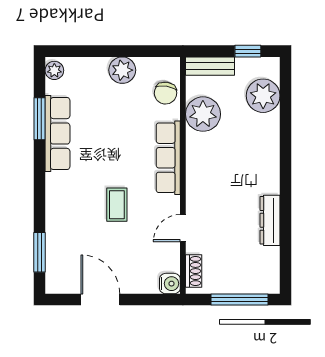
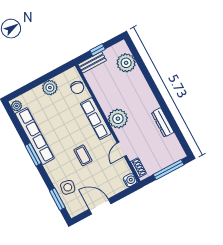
window: (248, 51) -> (98, 50), moved
plant: (203, 114) -> (118, 119), moved
window: (39, 119) -> (33, 154), moved
row of seats: (57, 134) -> (35, 136), width x1.36
side table: (66, 242) -> (68, 187), added

